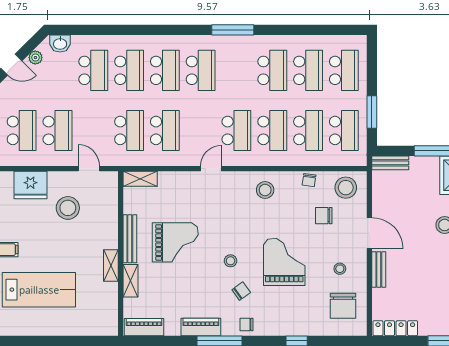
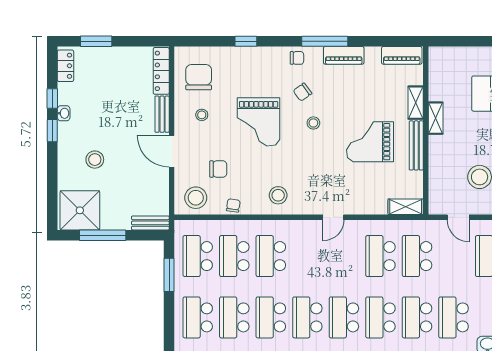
school desk: (236, 130) -> (307, 317), moved
locker: (395, 328) -> (161, 71), moved, turned 90

